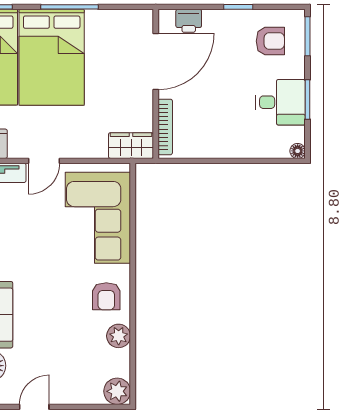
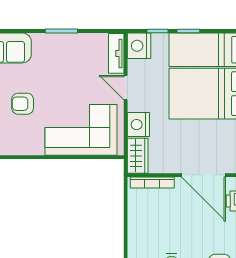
nightstand: (91, 145) -> (138, 125), added
armchair: (106, 296) -> (23, 104), moved

